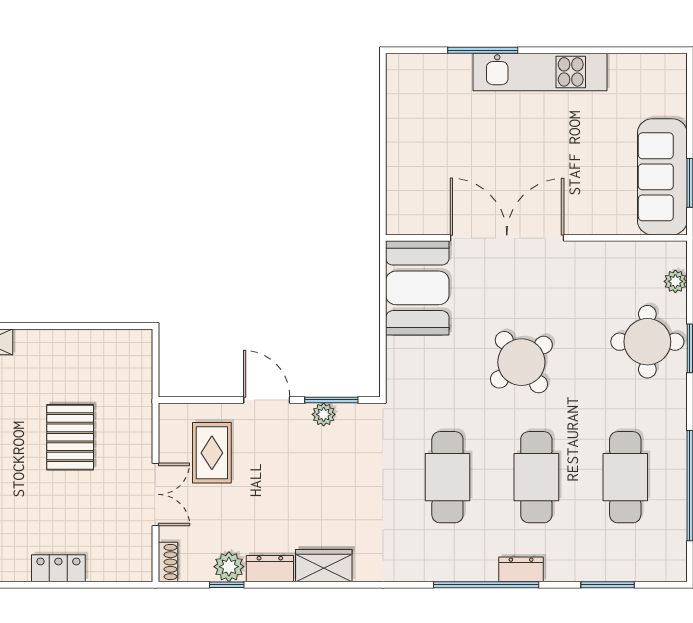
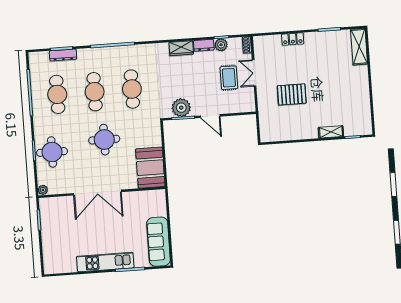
sofa: (662, 177) -> (158, 242), moved, turned 180
double door: (507, 238) -> (97, 193), moved
plant: (675, 281) -> (43, 190), moved
round table: (521, 362) -> (104, 140), turned 38
plant: (324, 414) -> (181, 108), width x1.88, depth x1.88
pallet: (70, 437) -> (292, 94), turned 90
rug: (212, 453) -> (229, 78), moved
dresser: (521, 569) -> (63, 55), moved, width x1.44

